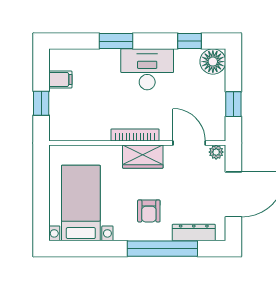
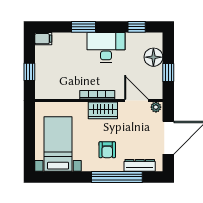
floor lamp: (213, 62) -> (153, 57), moved
filing cabinet: (60, 79) -> (43, 39), moved

